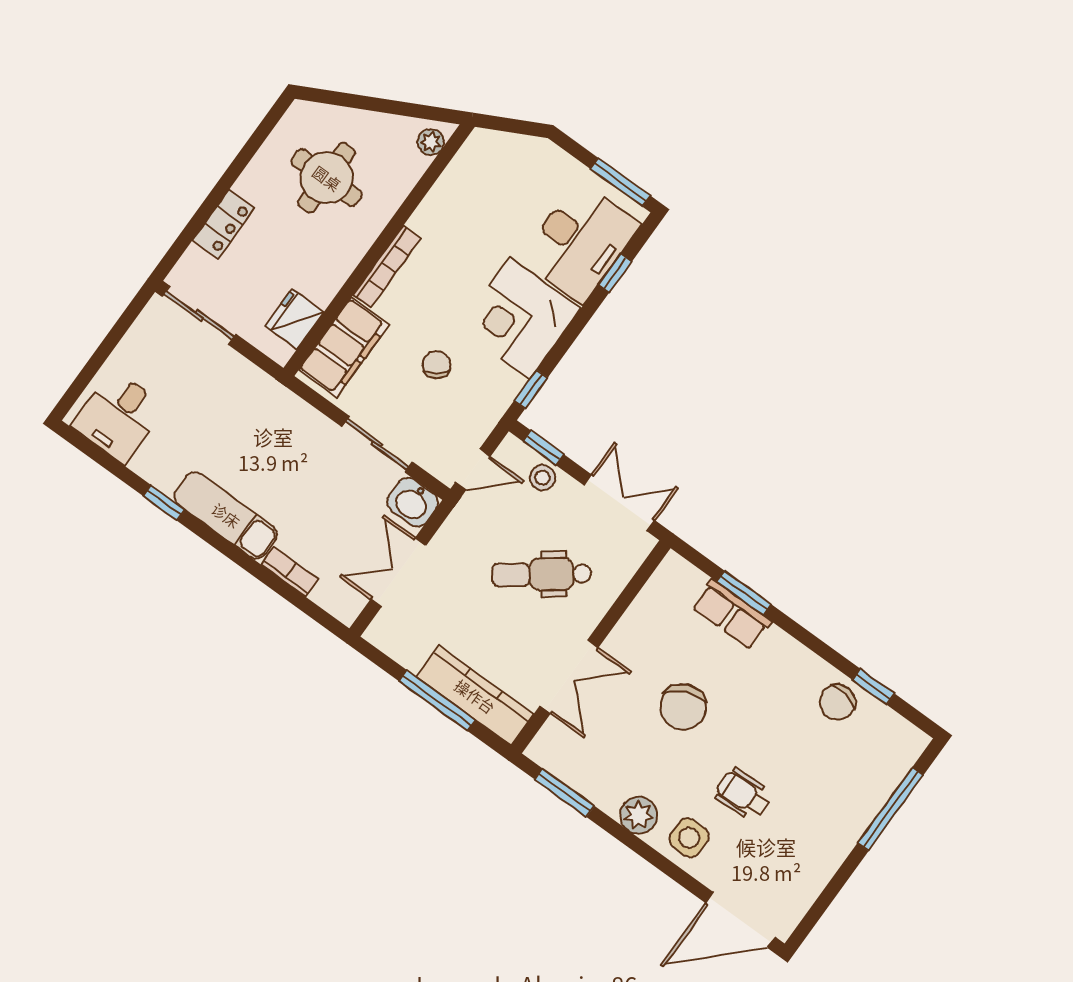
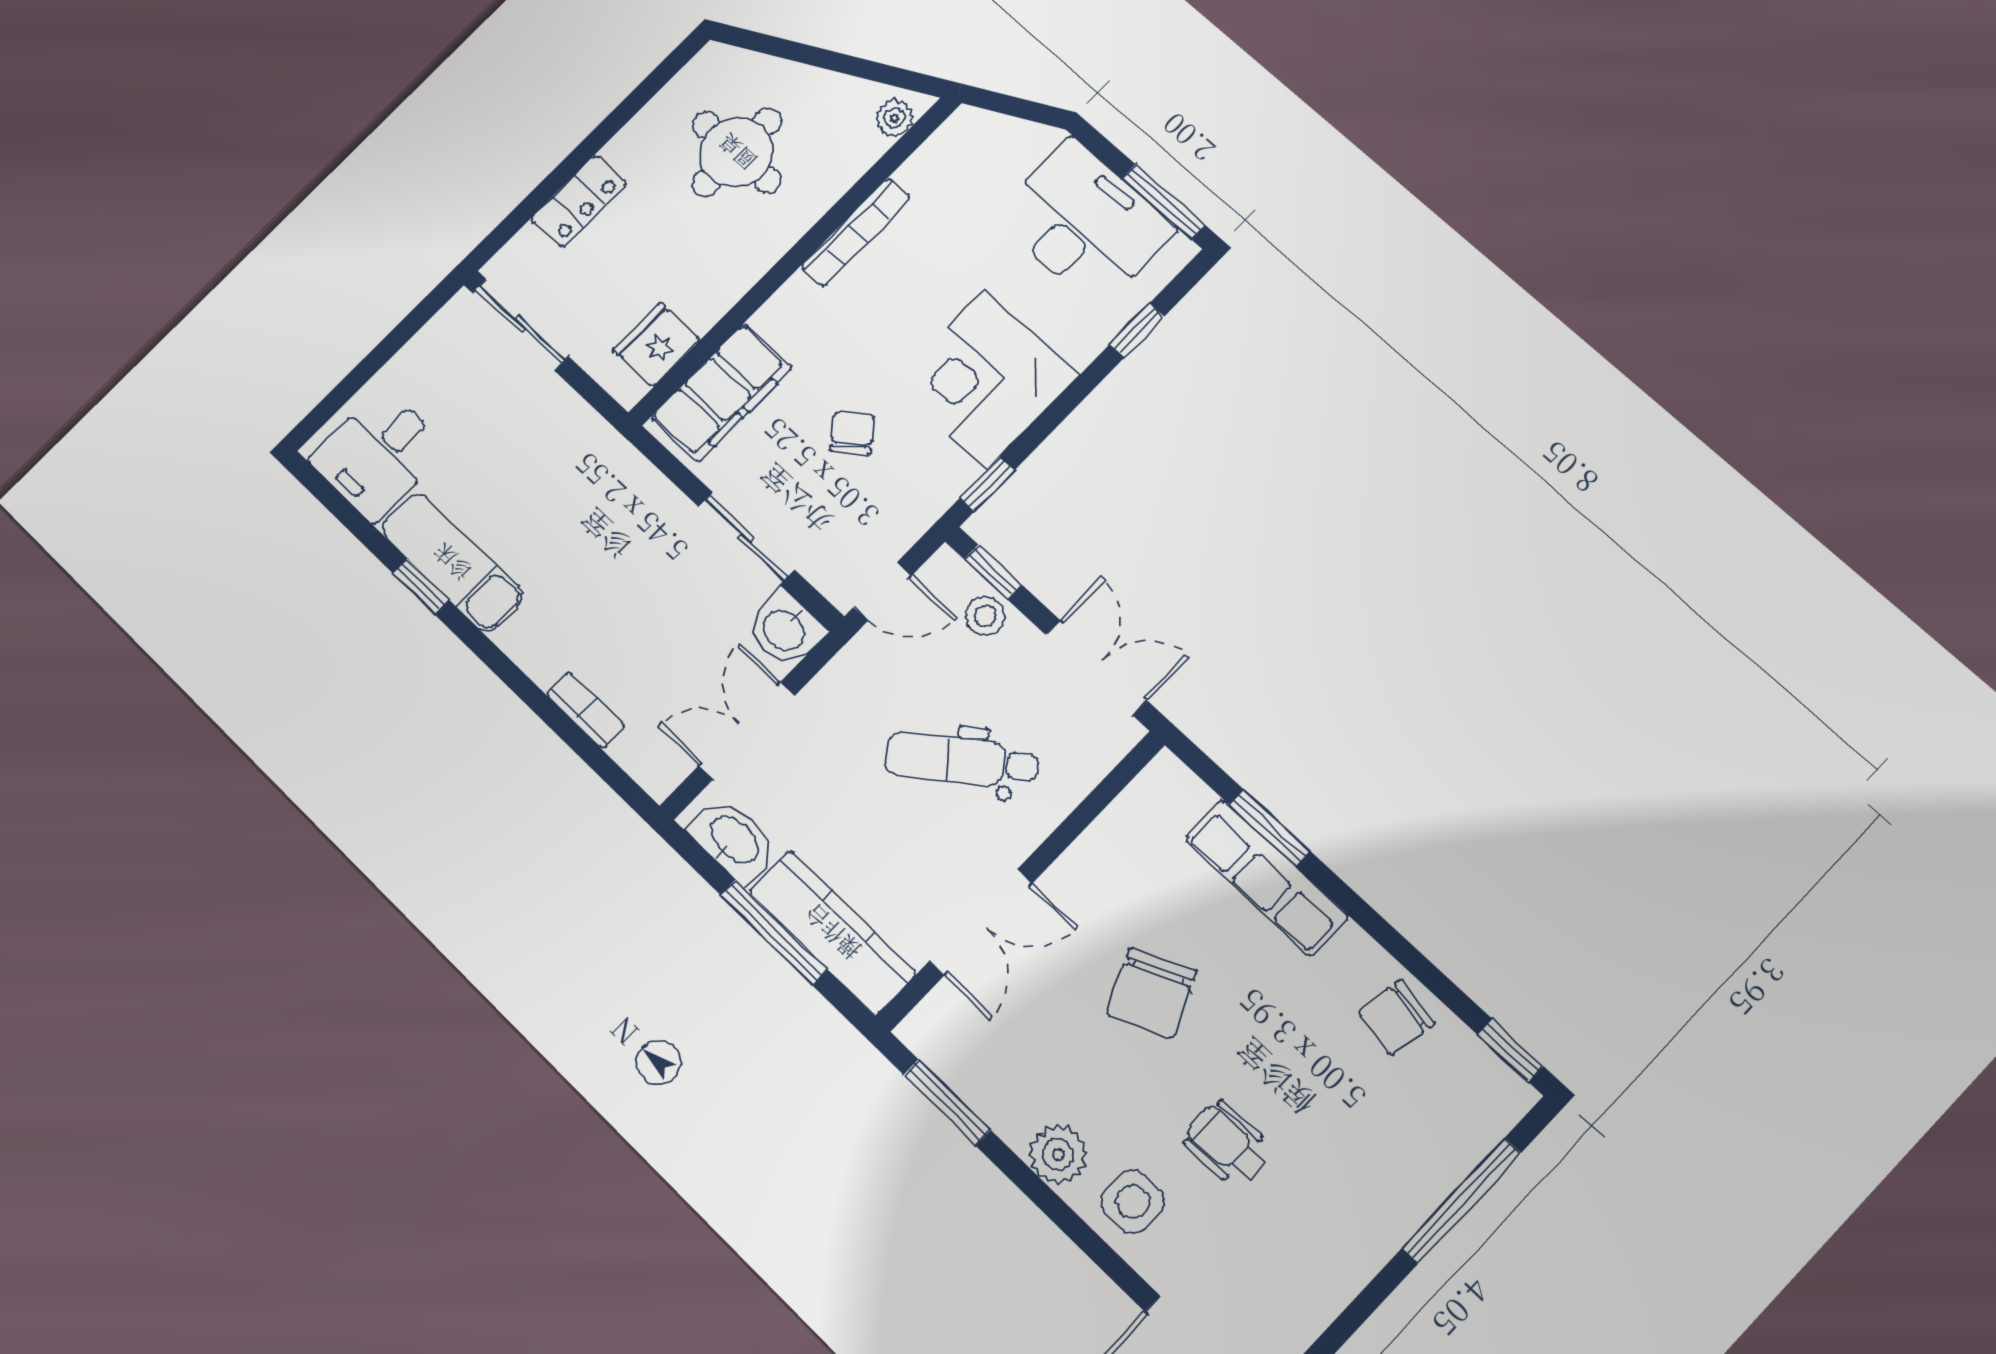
desk: (580, 242) -> (1084, 223), moved, turned -90
bookcase: (387, 267) -> (856, 232), moved
exam couch: (226, 515) -> (452, 562), moved
row of seats: (731, 614) -> (1266, 878), width x1.48
washbasin: (401, 645) -> (733, 840), added
window: (873, 687) -> (1510, 1050), moved

